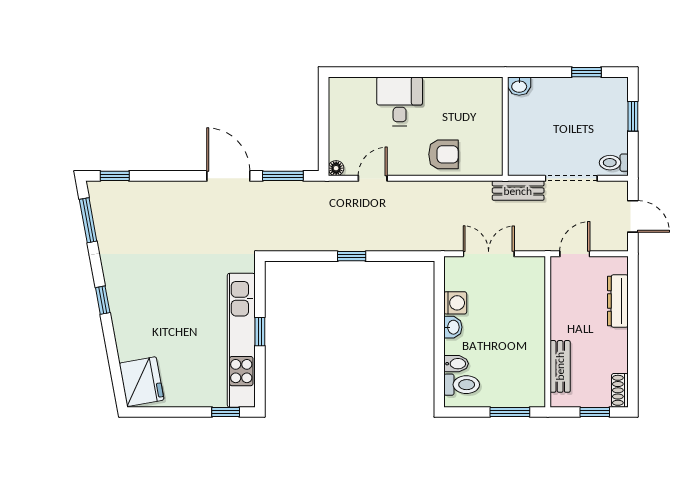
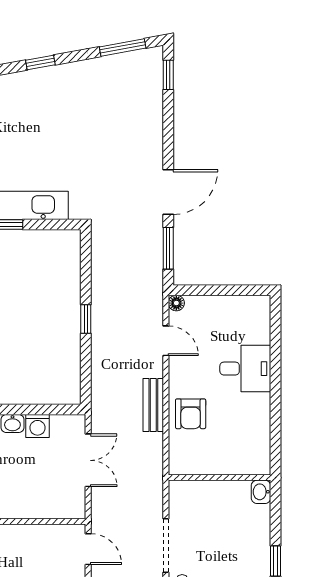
bench: (518, 191) -> (153, 405), moved

